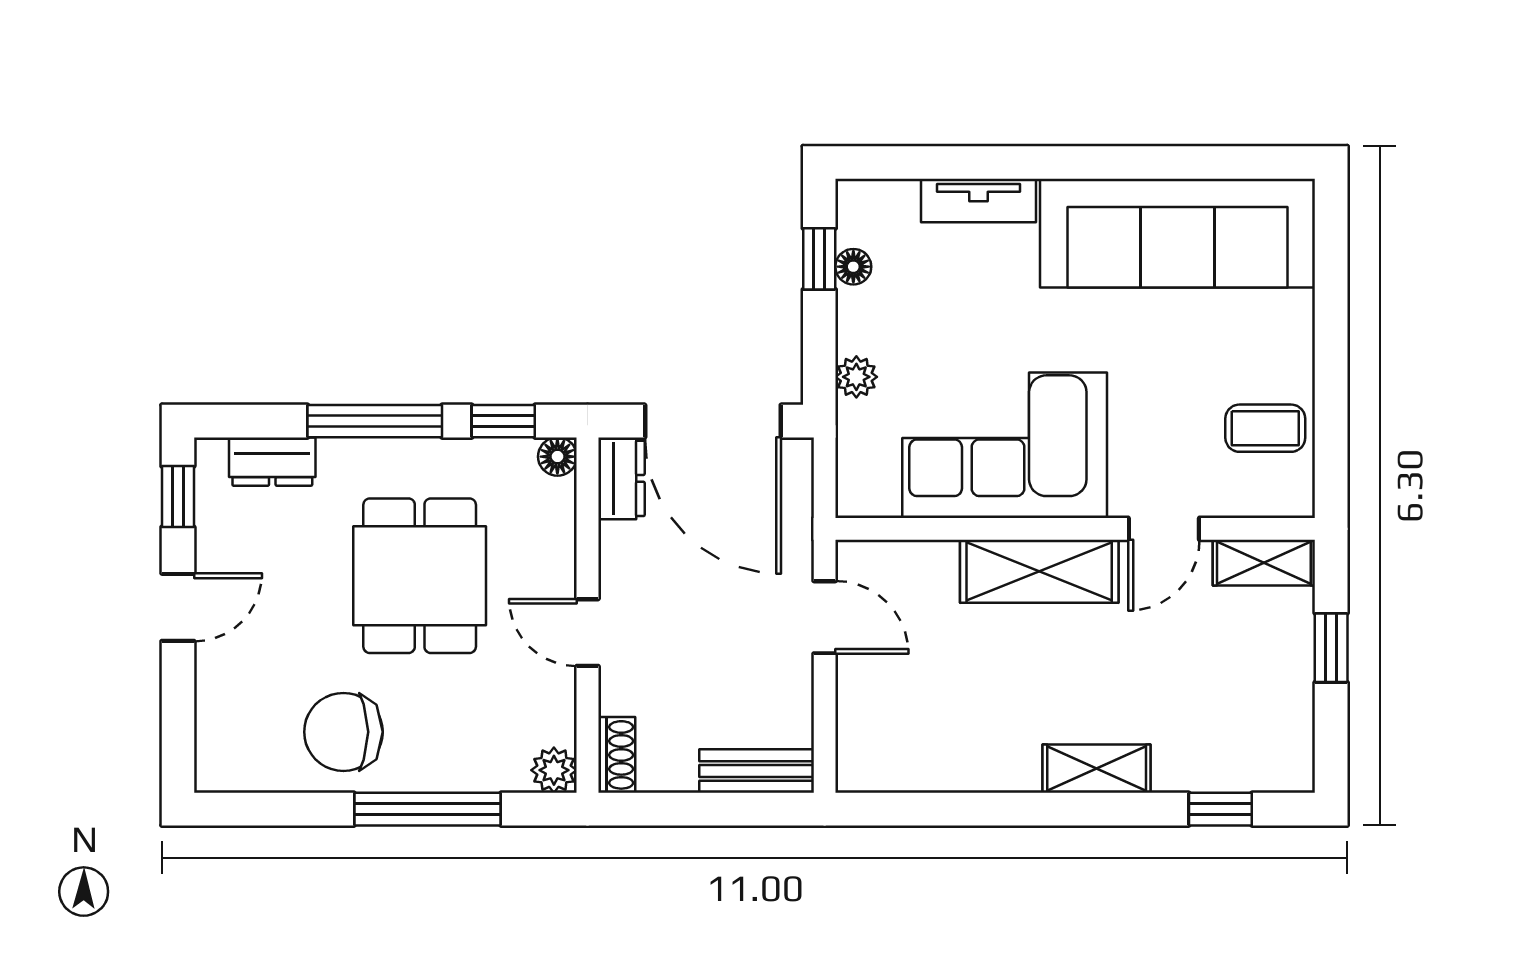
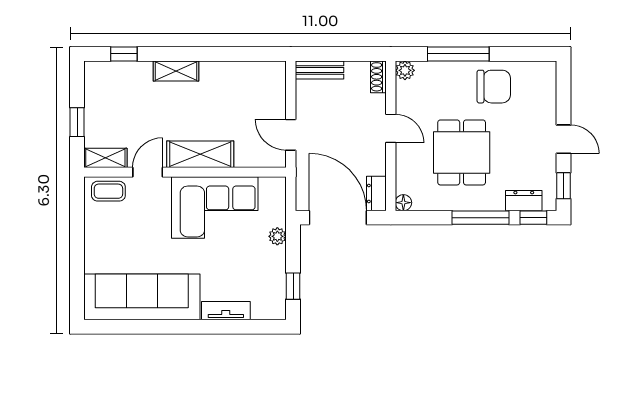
floor lamp: (853, 267) -> (279, 283), removed
window: (503, 421) -> (533, 218), moved
coffee table: (1265, 428) -> (108, 191), moved
door: (178, 607) -> (564, 139), swing flipped

